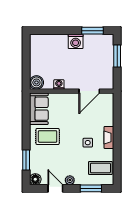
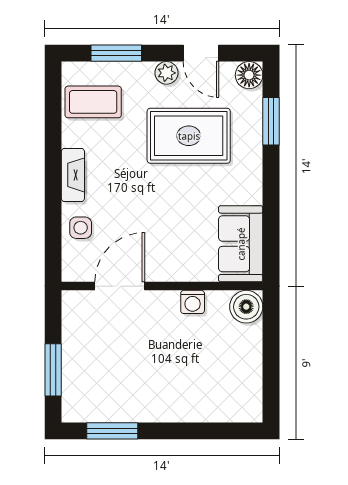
washing machine: (76, 41) -> (153, 405), removed
rug: (48, 136) -> (189, 136), moved, width x1.36, depth x1.43
side table: (88, 143) -> (81, 228), moved

